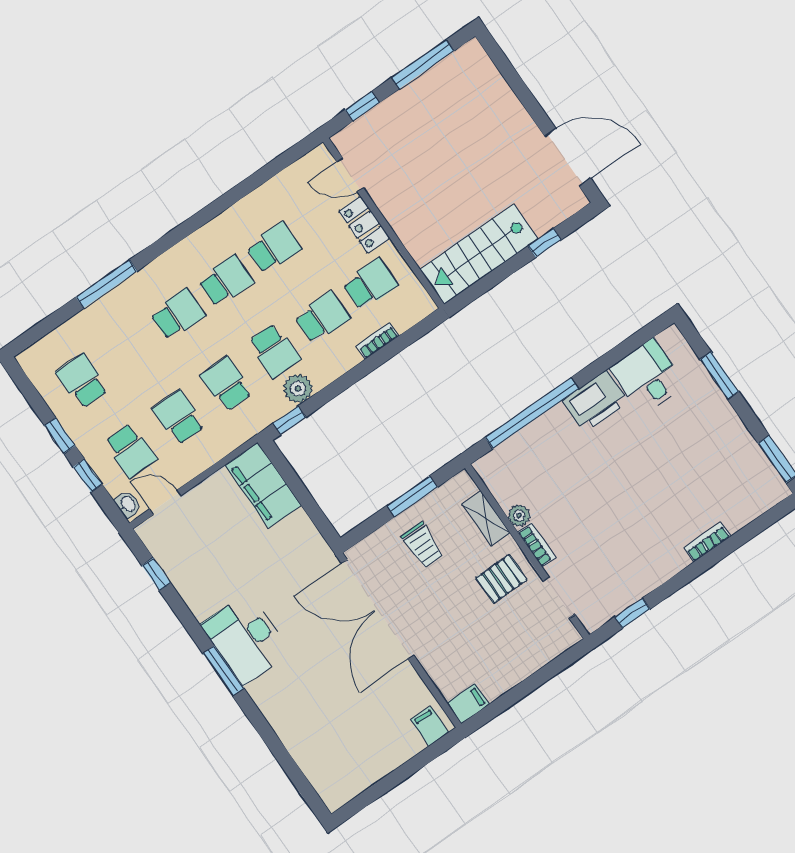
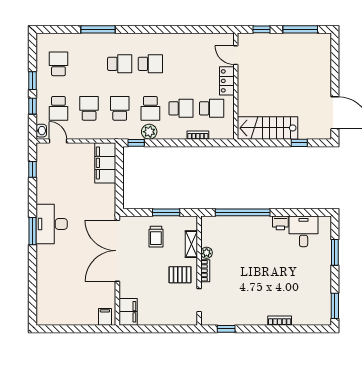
school desk: (274, 248) -> (181, 64), removed
printer: (595, 401) -> (280, 223), width x0.53, depth x0.68
filing cabinet: (468, 704) -> (128, 312), width x2.00

